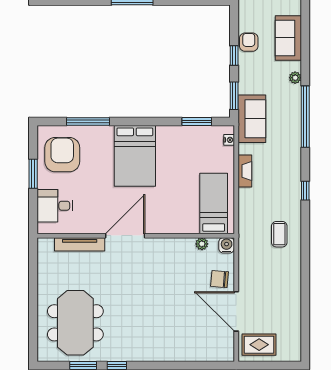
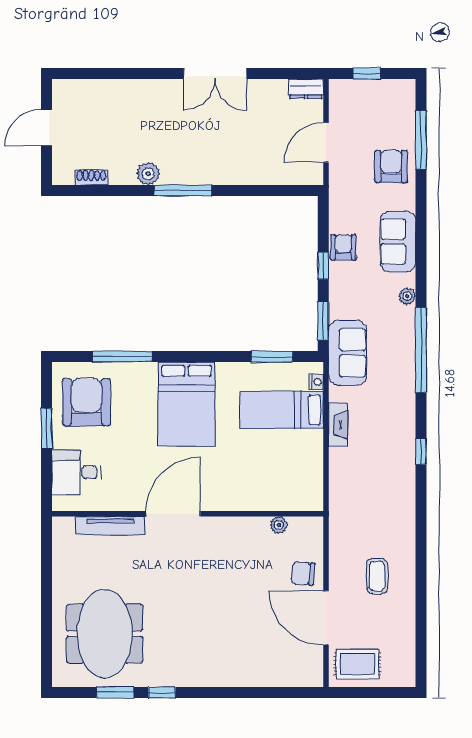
bed: (214, 204) -> (282, 410), moved, turned -90
coffee table: (279, 234) -> (377, 576), moved
water cooler: (227, 245) -> (313, 527), removed

